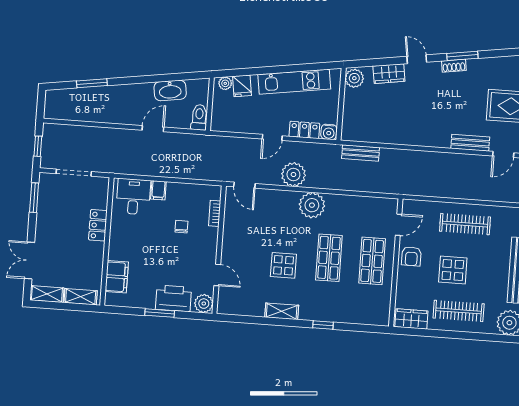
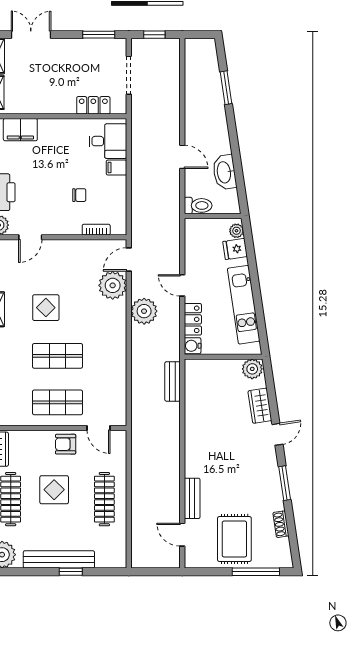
shoe rack: (454, 66) -> (281, 524), moved
plant: (312, 205) -> (113, 285), moved
locker: (98, 225) -> (93, 105), moved

